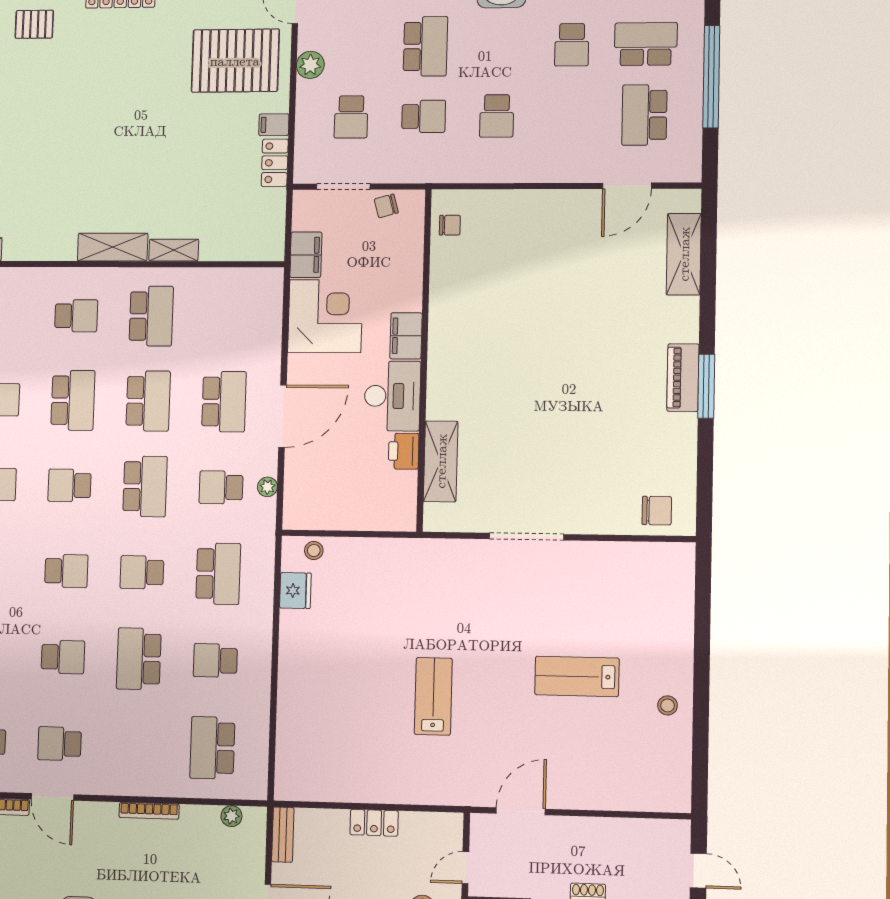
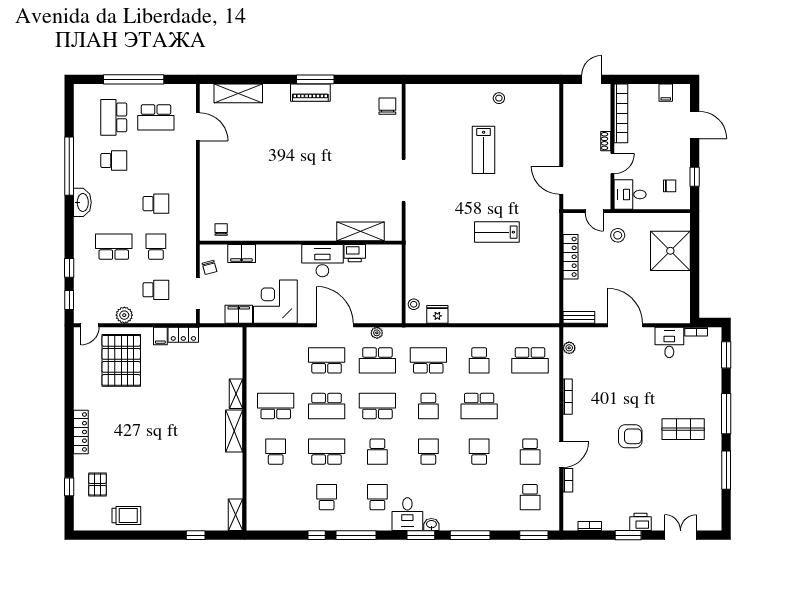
filing cabinet: (406, 336) -> (242, 254), moved
school desk: (148, 401) -> (327, 406), turned 180
school desk: (221, 487) -> (377, 360), width x1.85
locker: (374, 823) -> (570, 257), width x1.53

